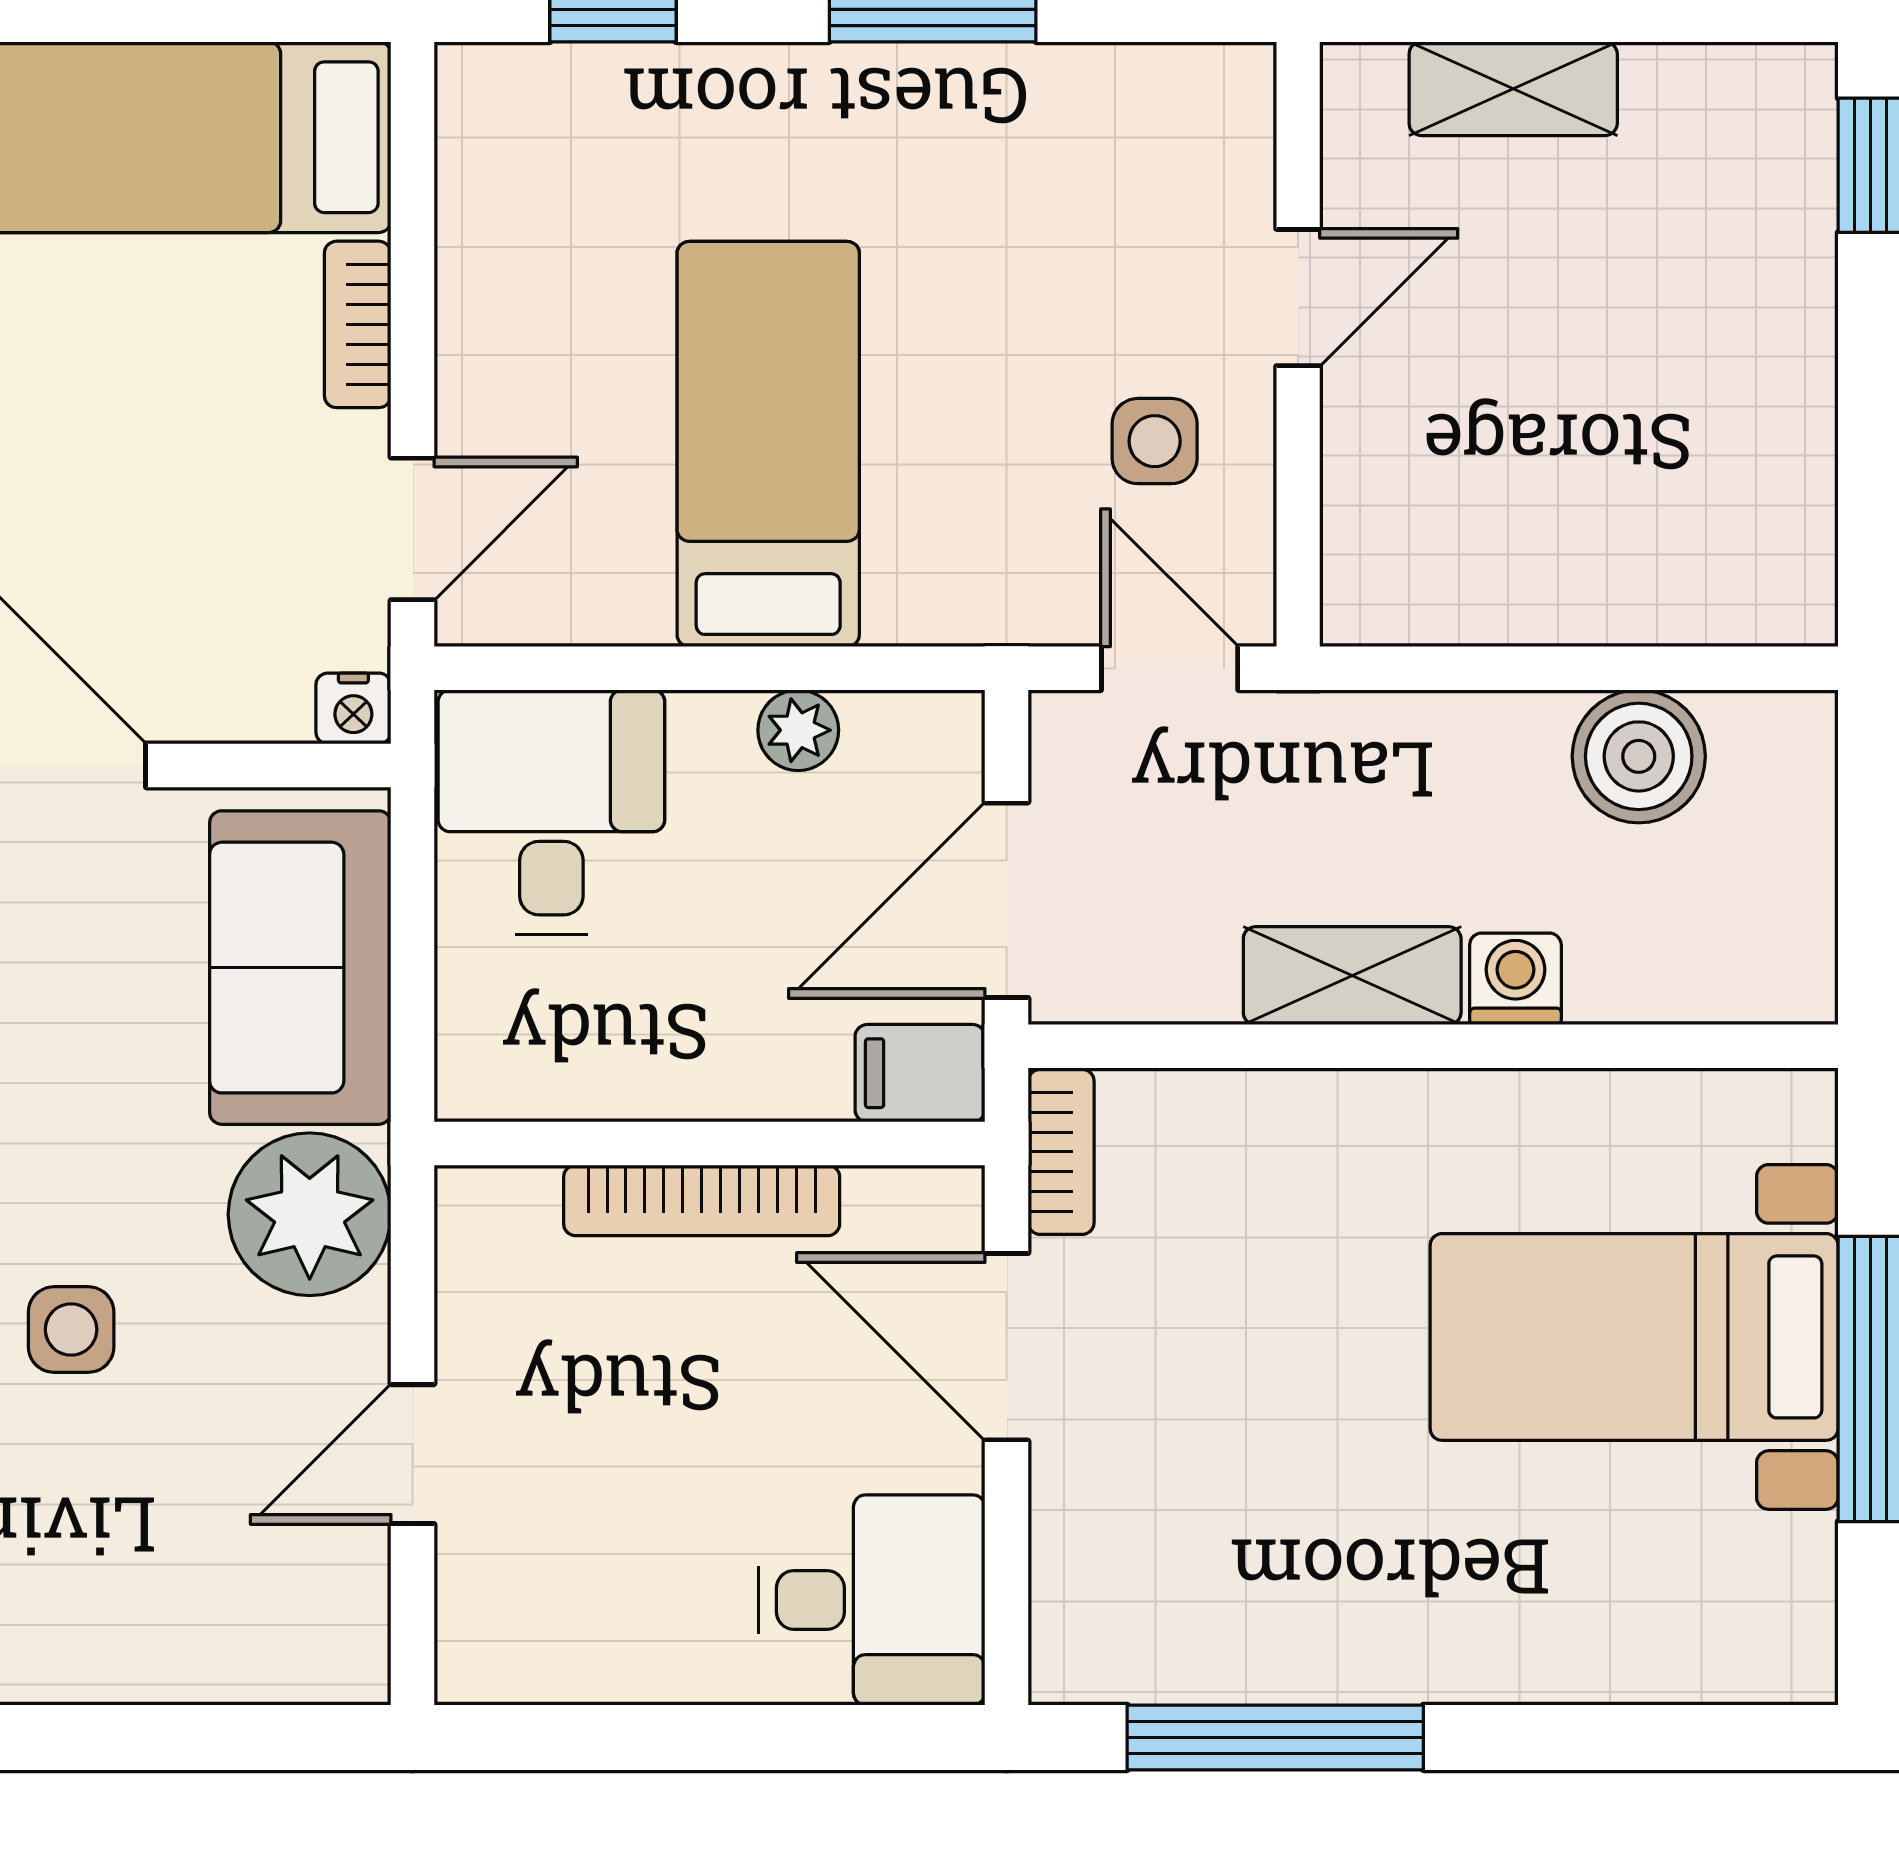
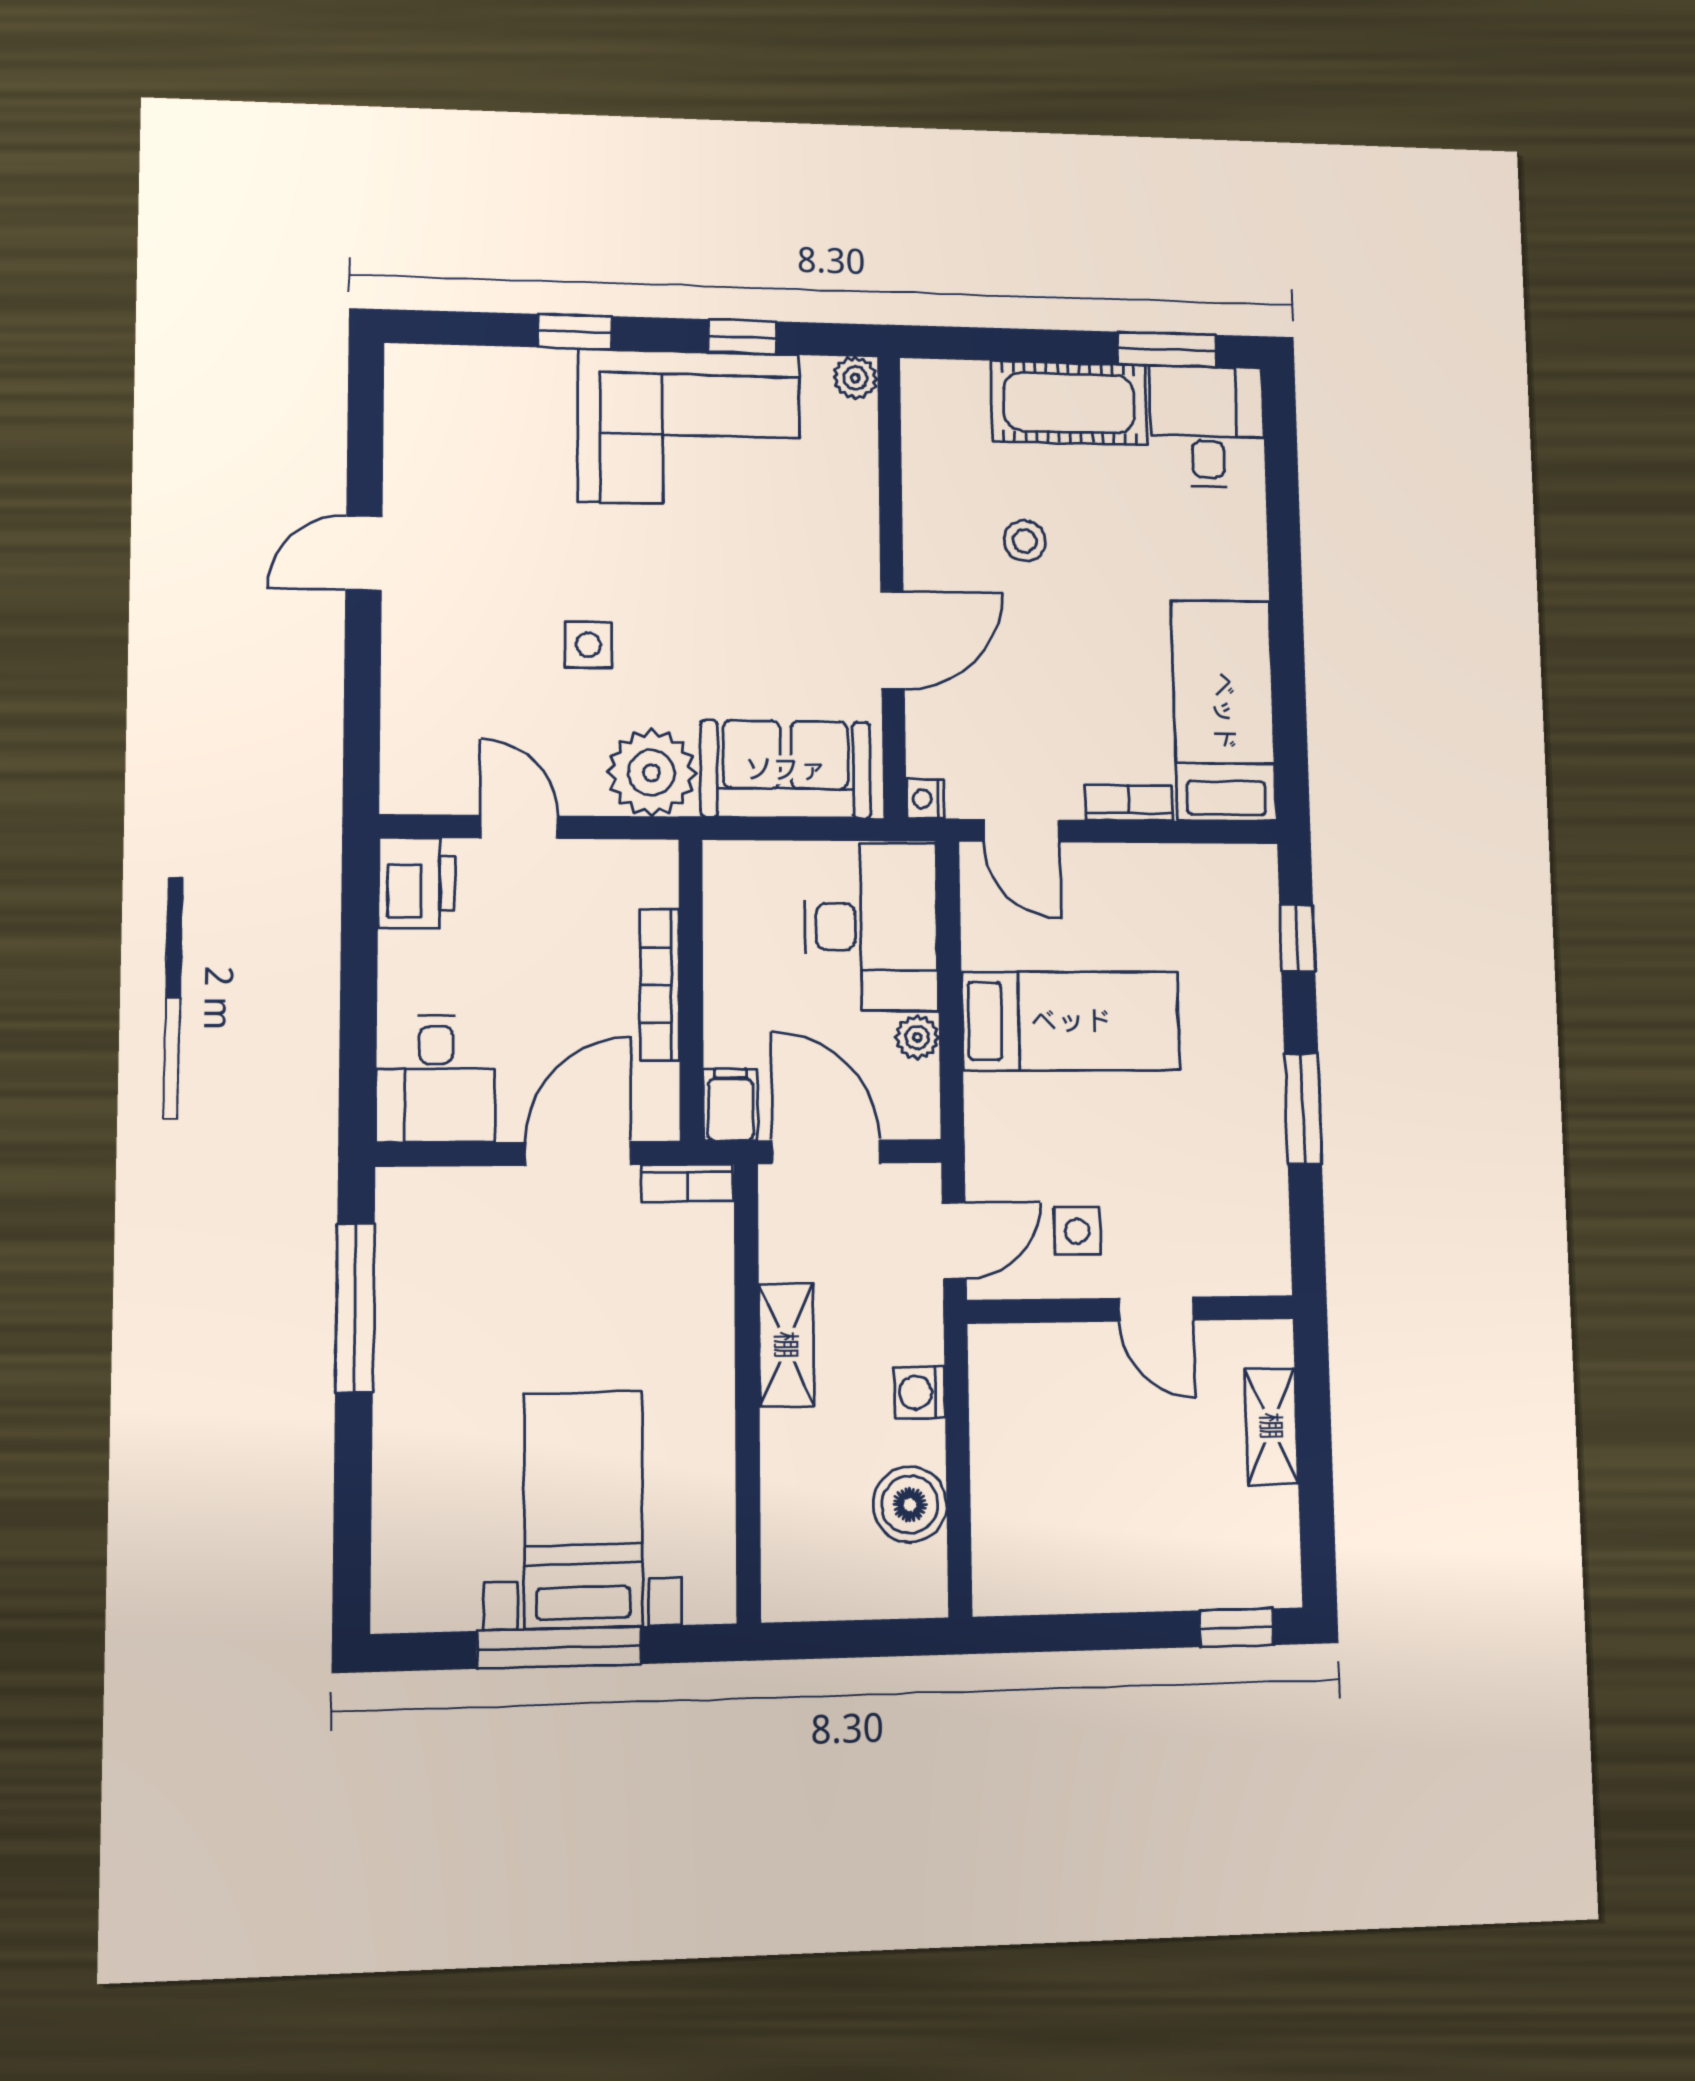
desk: (551, 812) -> (871, 927), width x1.37
washing machine: (1515, 979) -> (920, 1393), moved, turned 180
printer: (517, 1637) -> (417, 883), added

